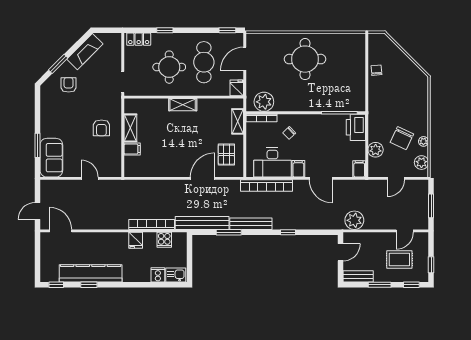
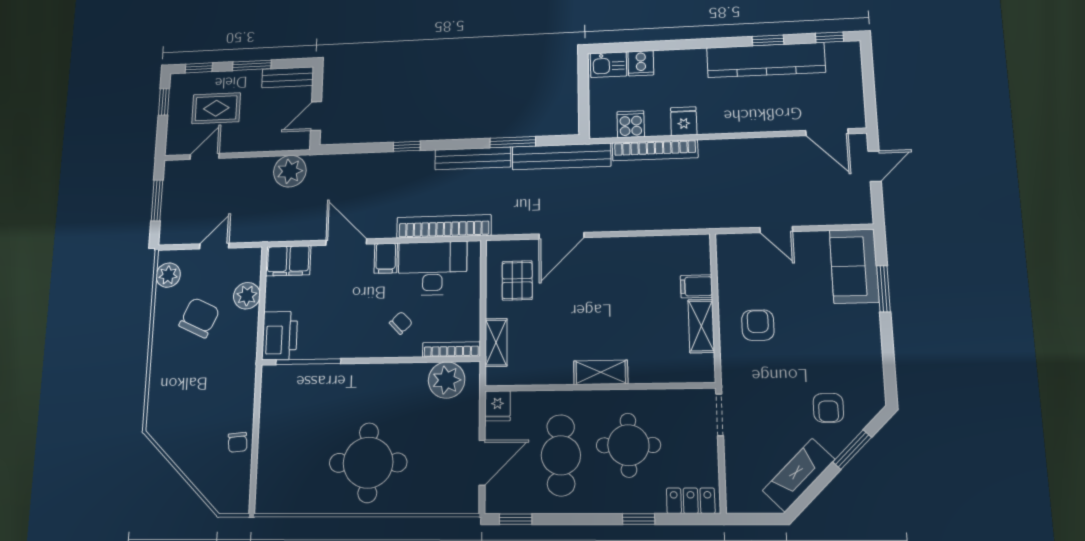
plant: (423, 141) -> (162, 313), removed
filing cabinet: (359, 169) -> (288, 261), width x2.00

